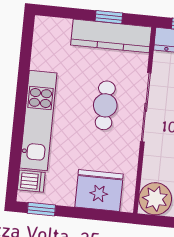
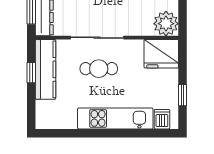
fridge: (99, 190) -> (161, 54), moved, turned -90
window: (41, 209) -> (183, 95), moved

